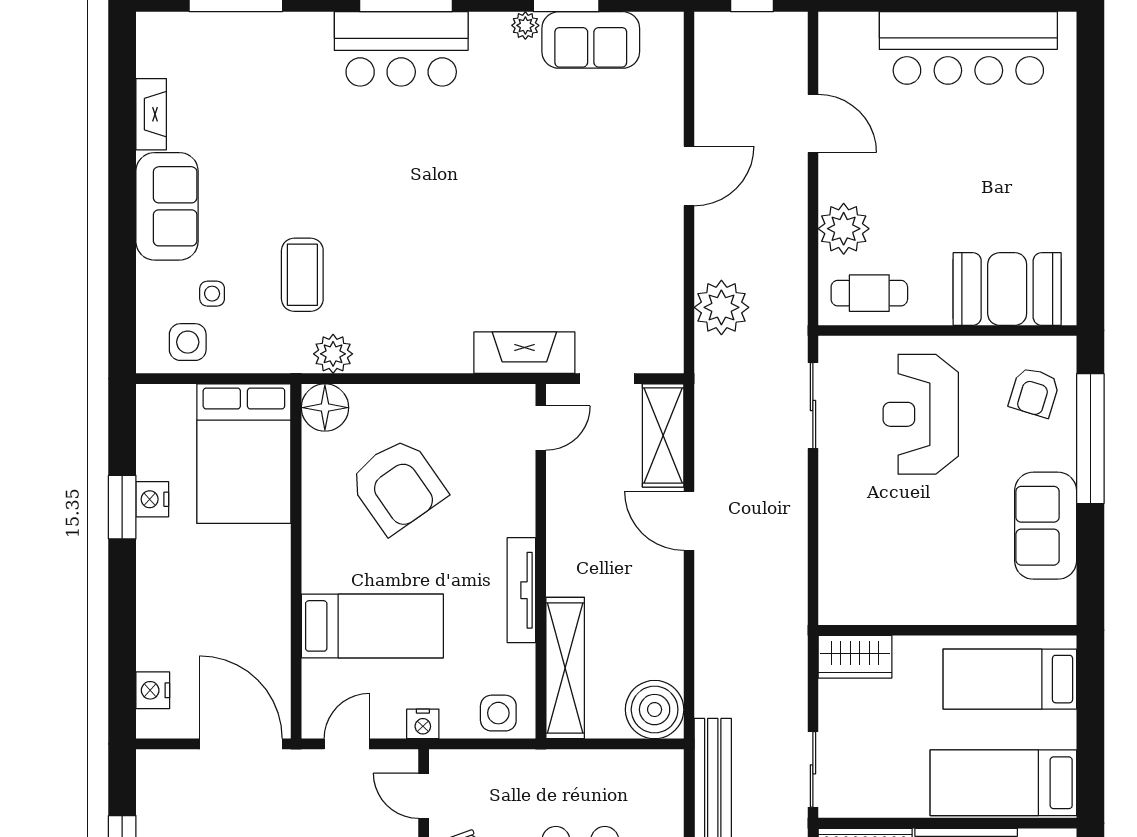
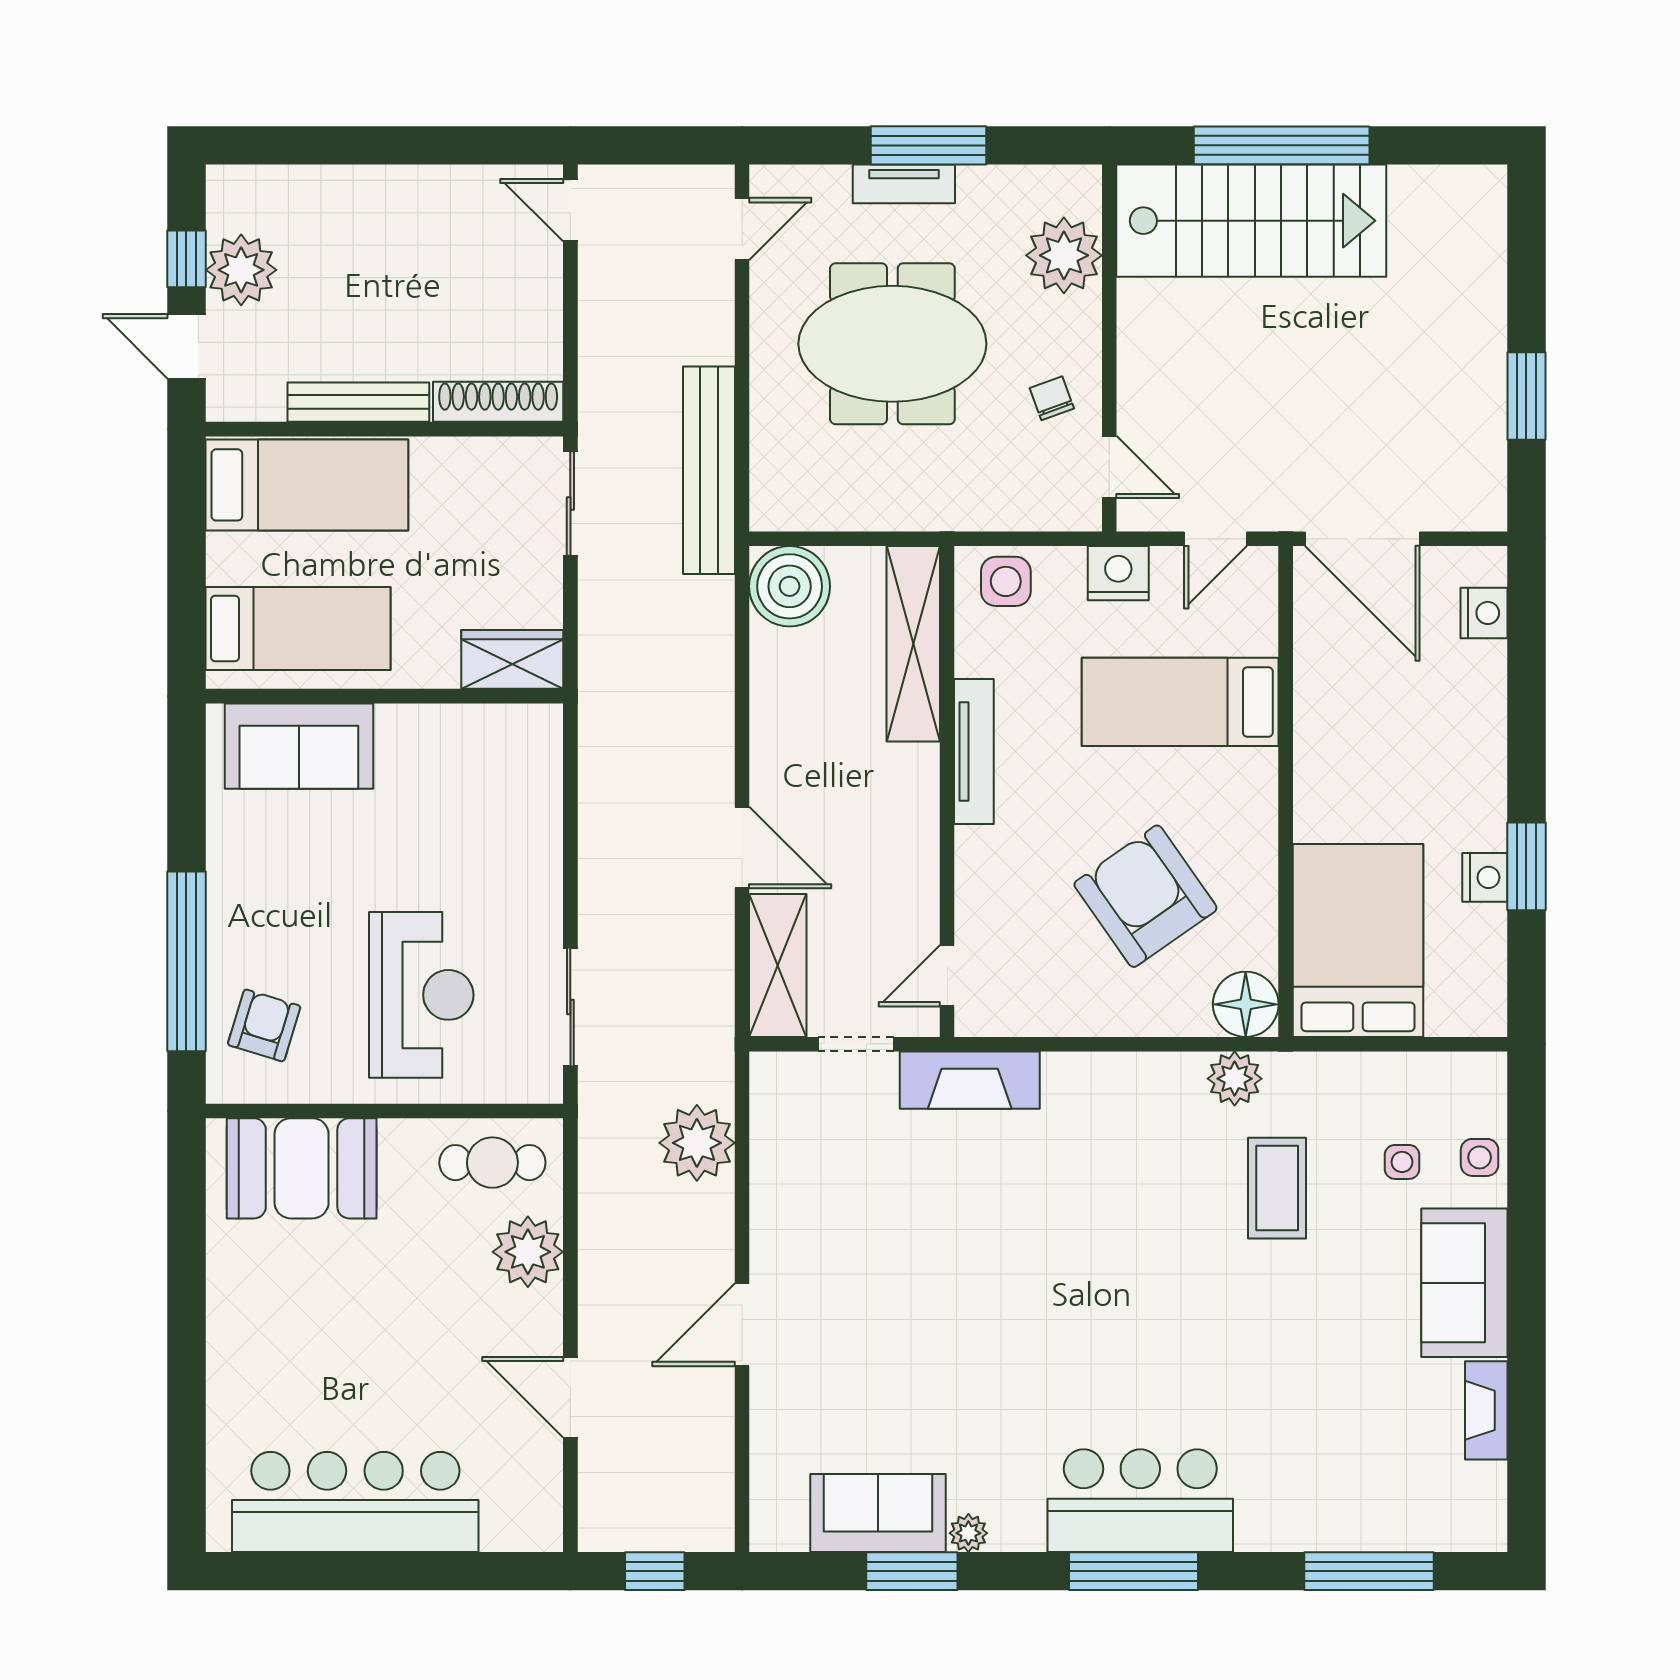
side table: (188, 342) -> (1480, 1157), moved, width x0.73, depth x0.73
sofa: (1046, 526) -> (299, 746), moved, turned 90
nightstand: (423, 724) -> (1118, 573), width x1.36, depth x1.33

